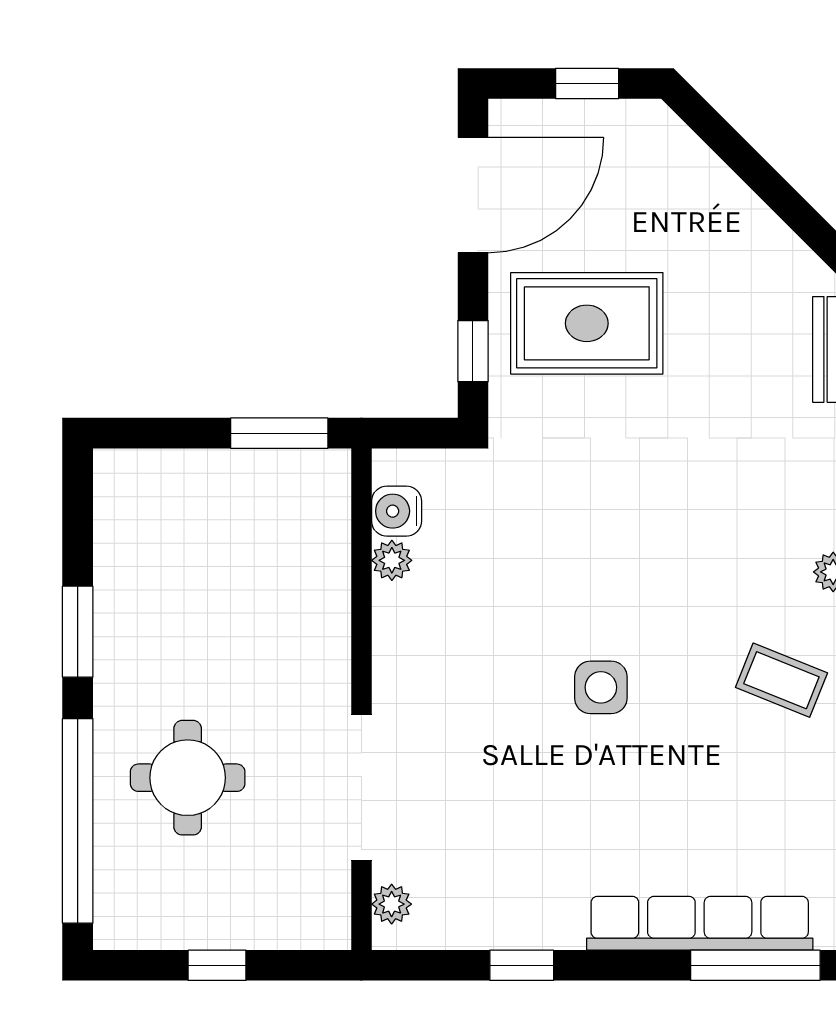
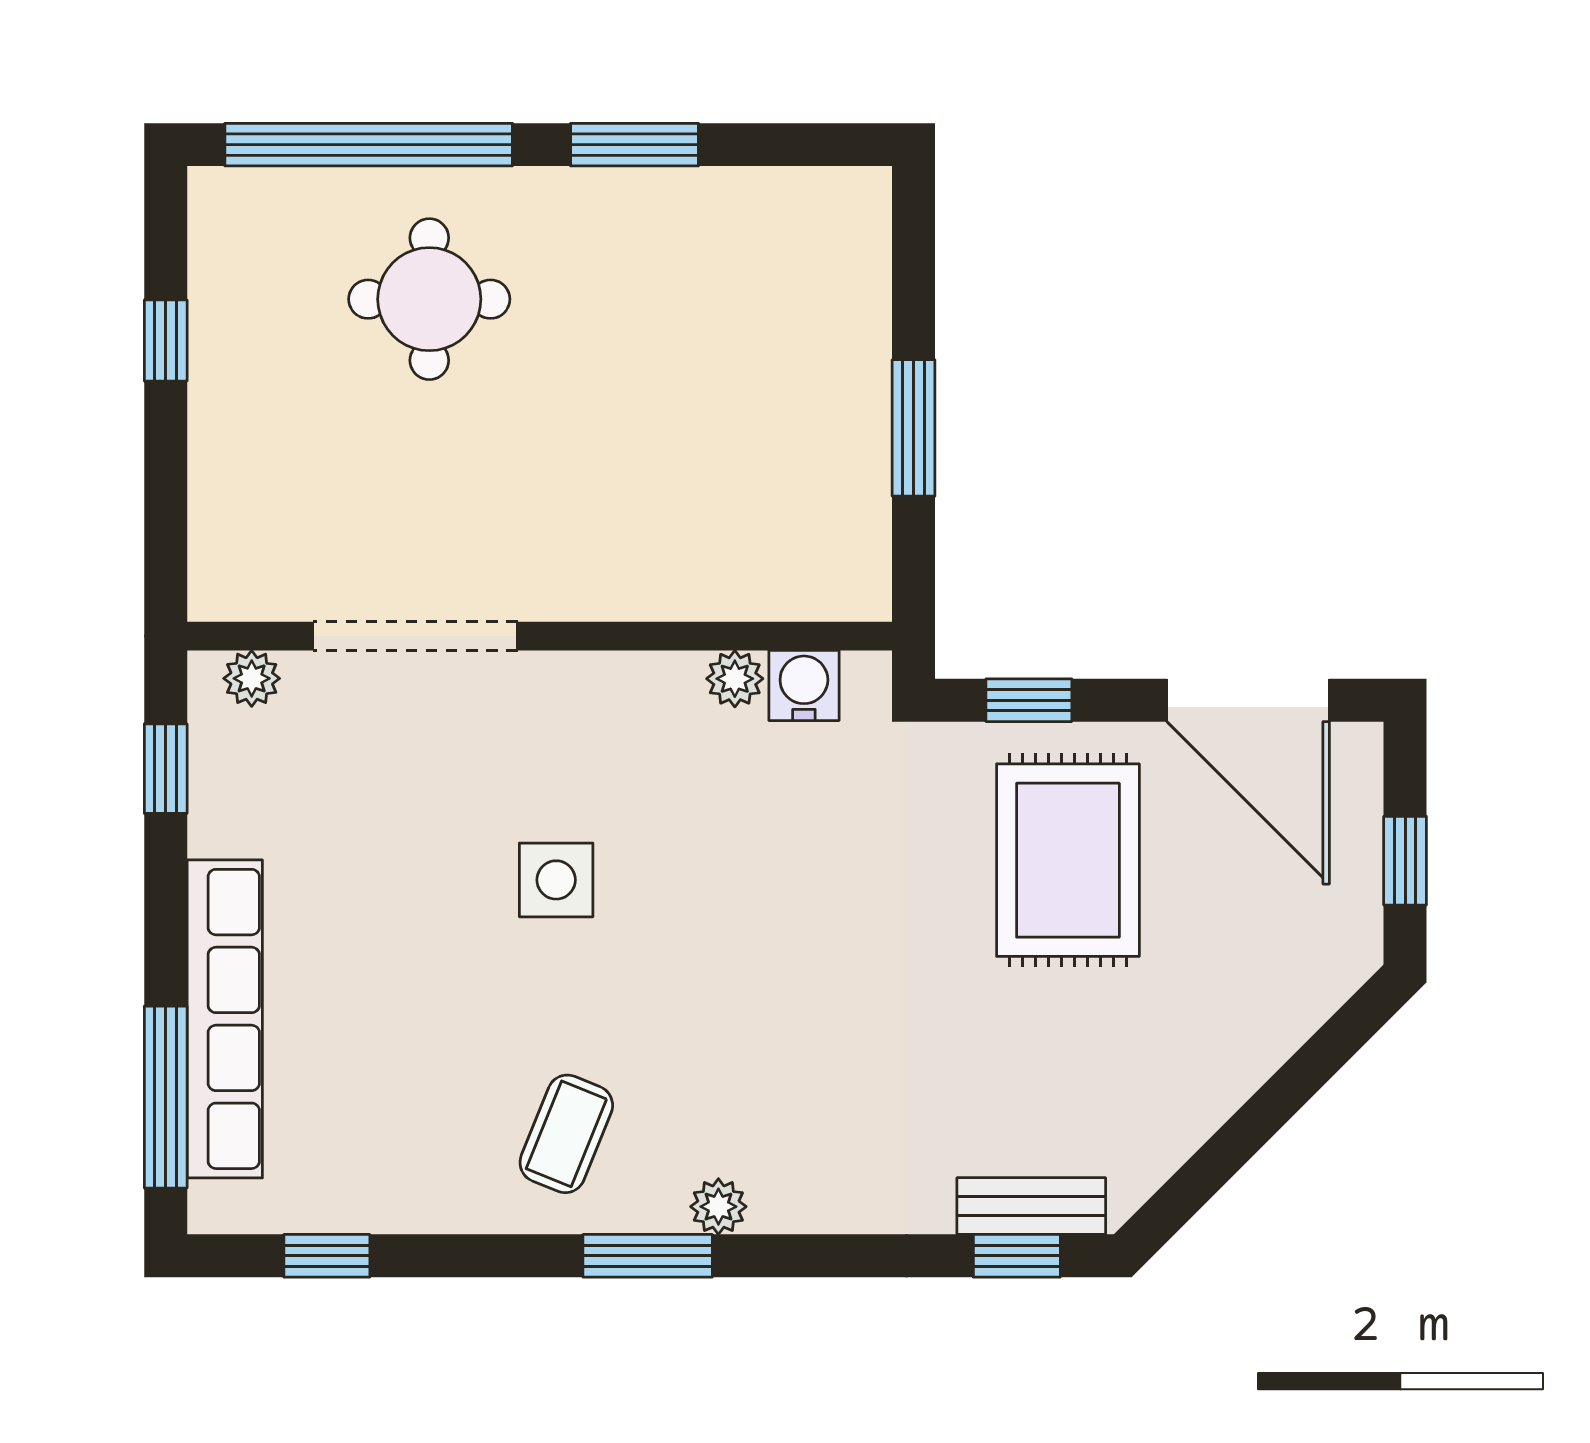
water cooler: (397, 511) -> (804, 685), moved
plant: (392, 560) -> (735, 679), moved
wall: (361, 699) -> (540, 636), moved
doorway: (361, 788) -> (415, 636), moved
plant: (392, 904) -> (252, 678), moved

